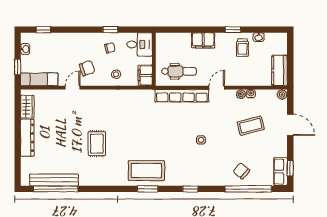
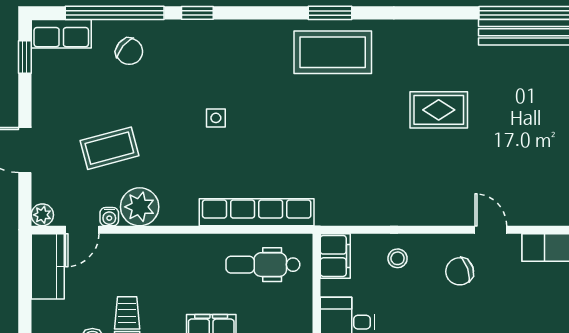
chair: (110, 48) -> (411, 315), removed
door: (72, 88) -> (491, 230), swing flipped
door: (217, 88) -> (82, 230), moved
plant: (241, 94) -> (140, 207), width x1.87, depth x1.87
rug: (97, 144) -> (439, 110), turned 90
row of seats: (281, 172) -> (61, 34), moved, turned 90
window: (190, 189) -> (197, 13), moved

